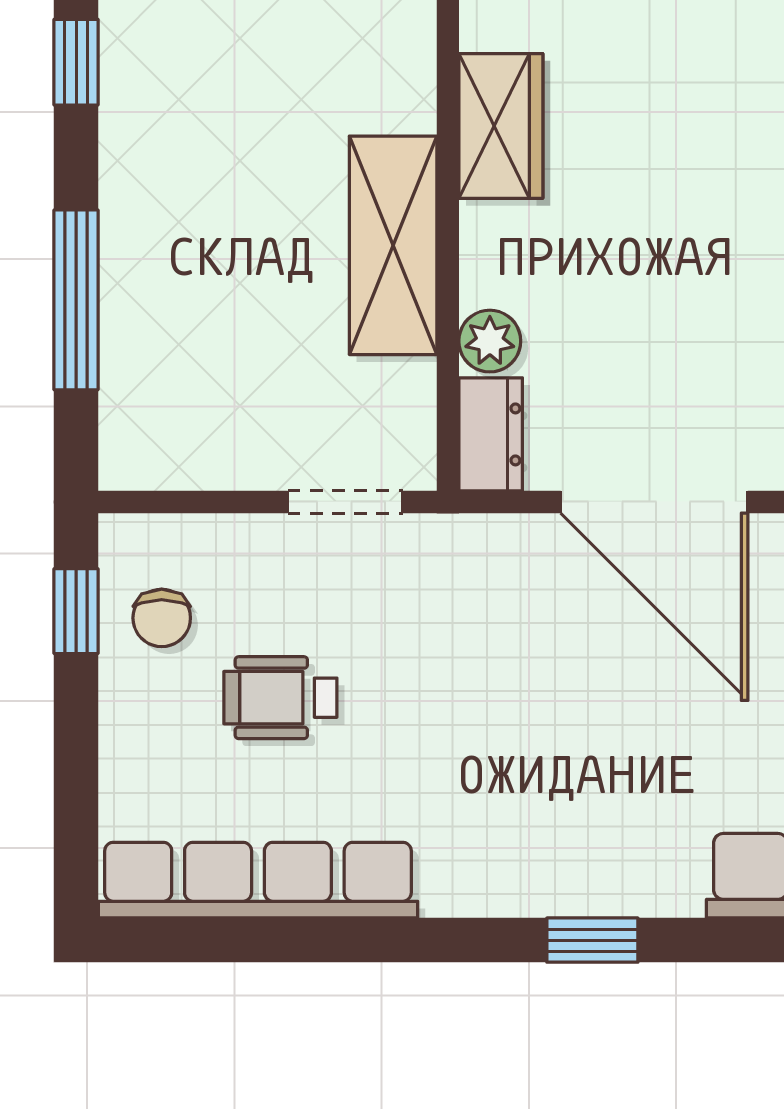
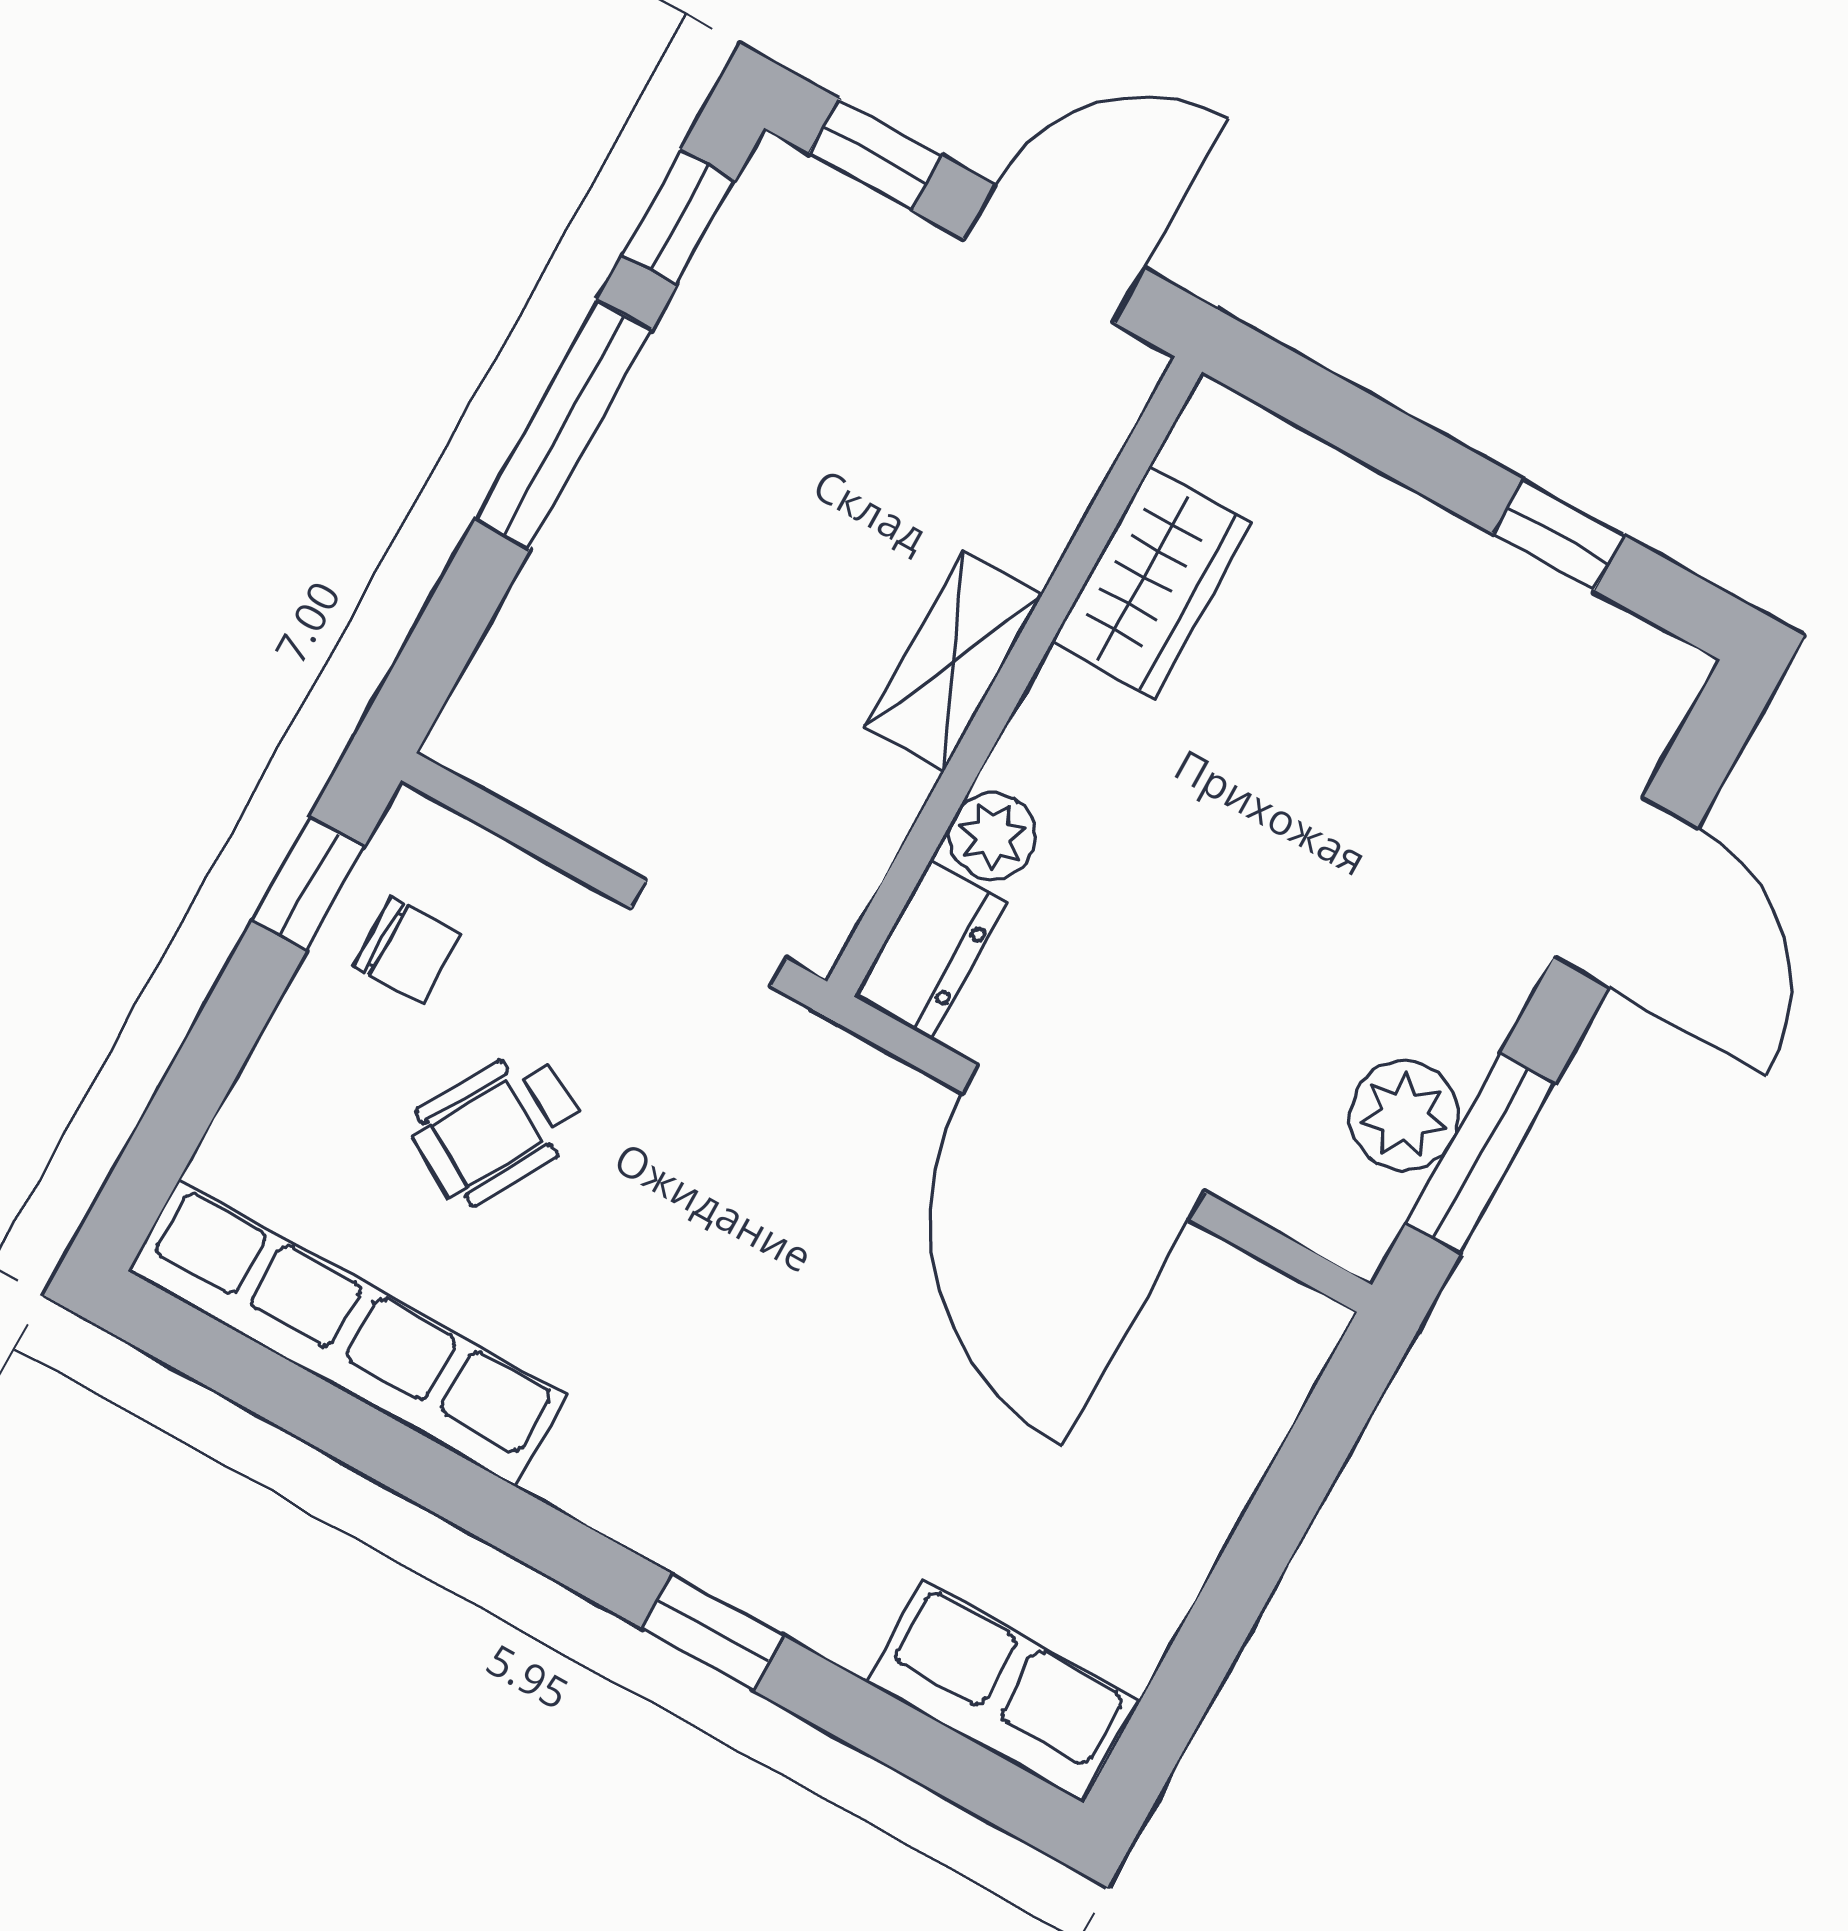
shelving: (393, 245) -> (953, 661), width x0.67, depth x0.75
window: (76, 300) -> (564, 425), moved
chair: (162, 618) -> (407, 950), turned -90
wheelchair: (280, 698) -> (498, 1127), turned -60

